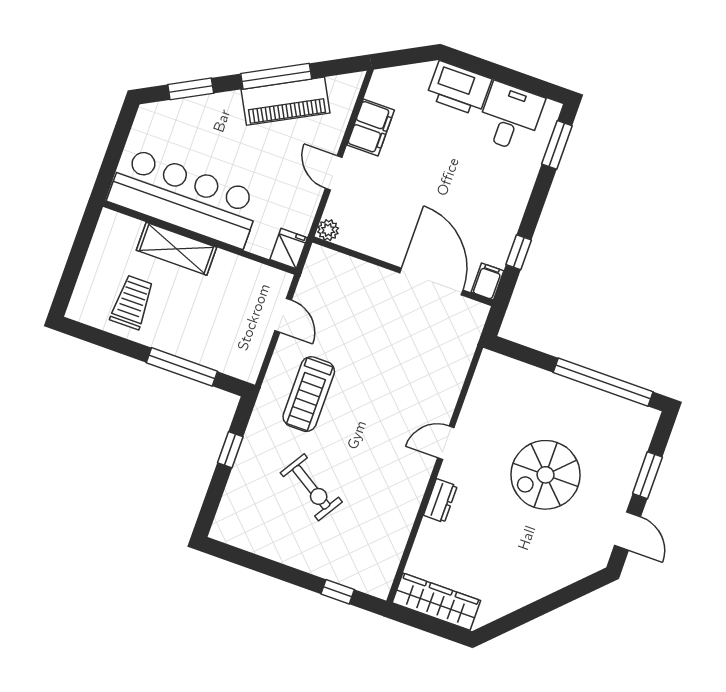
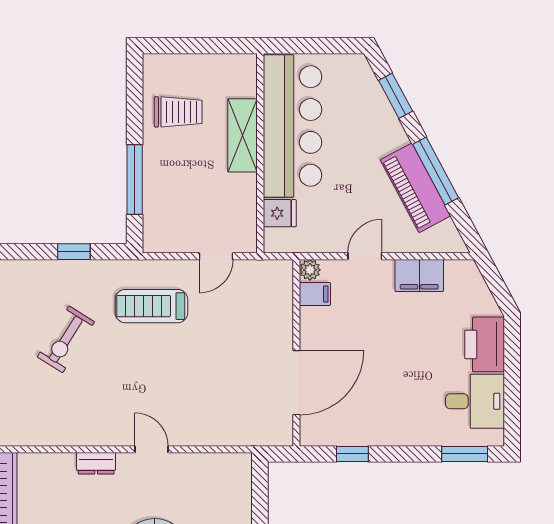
fridge: (289, 249) -> (280, 213), moved
filing cabinet: (487, 282) -> (315, 294), moved

